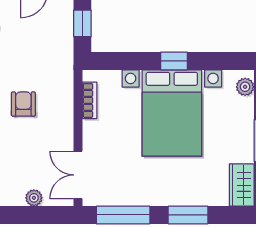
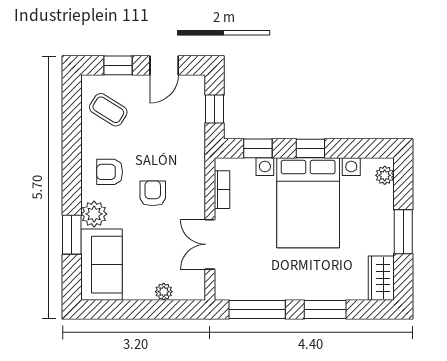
window: (124, 61) -> (258, 148), added
double door: (78, 175) -> (210, 244), moved

